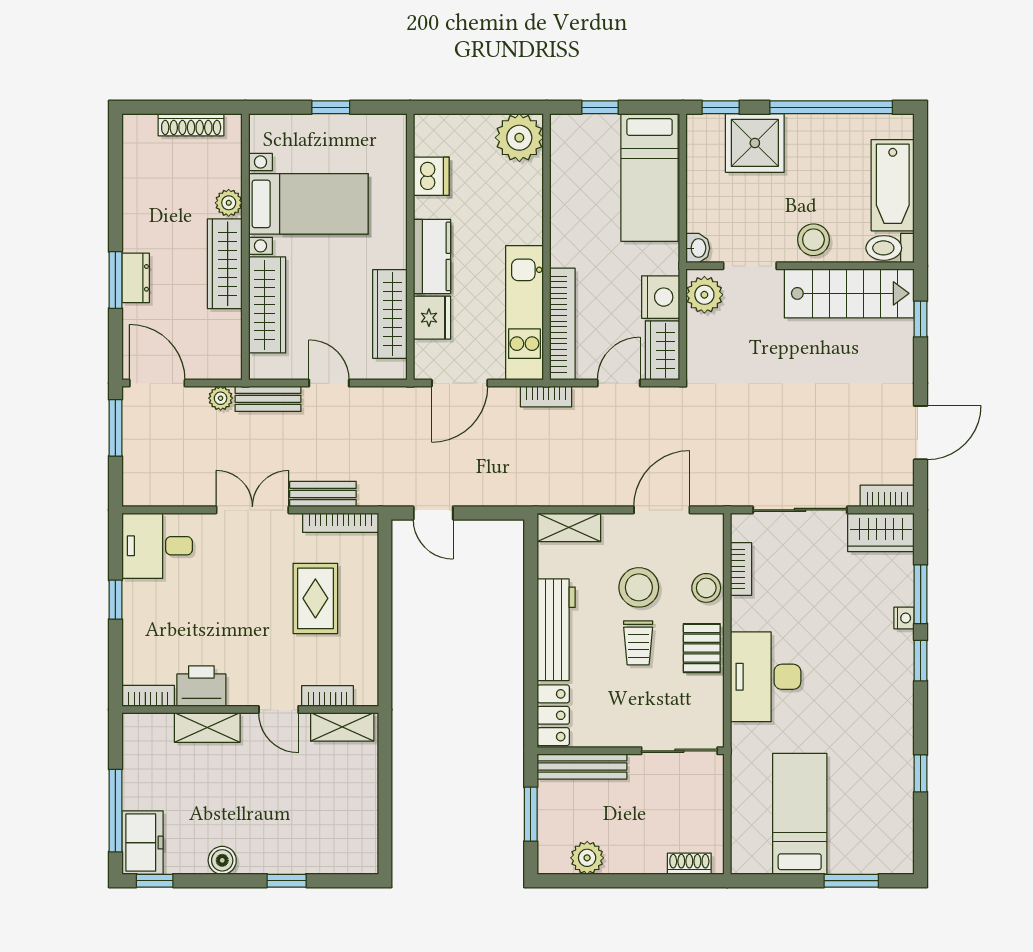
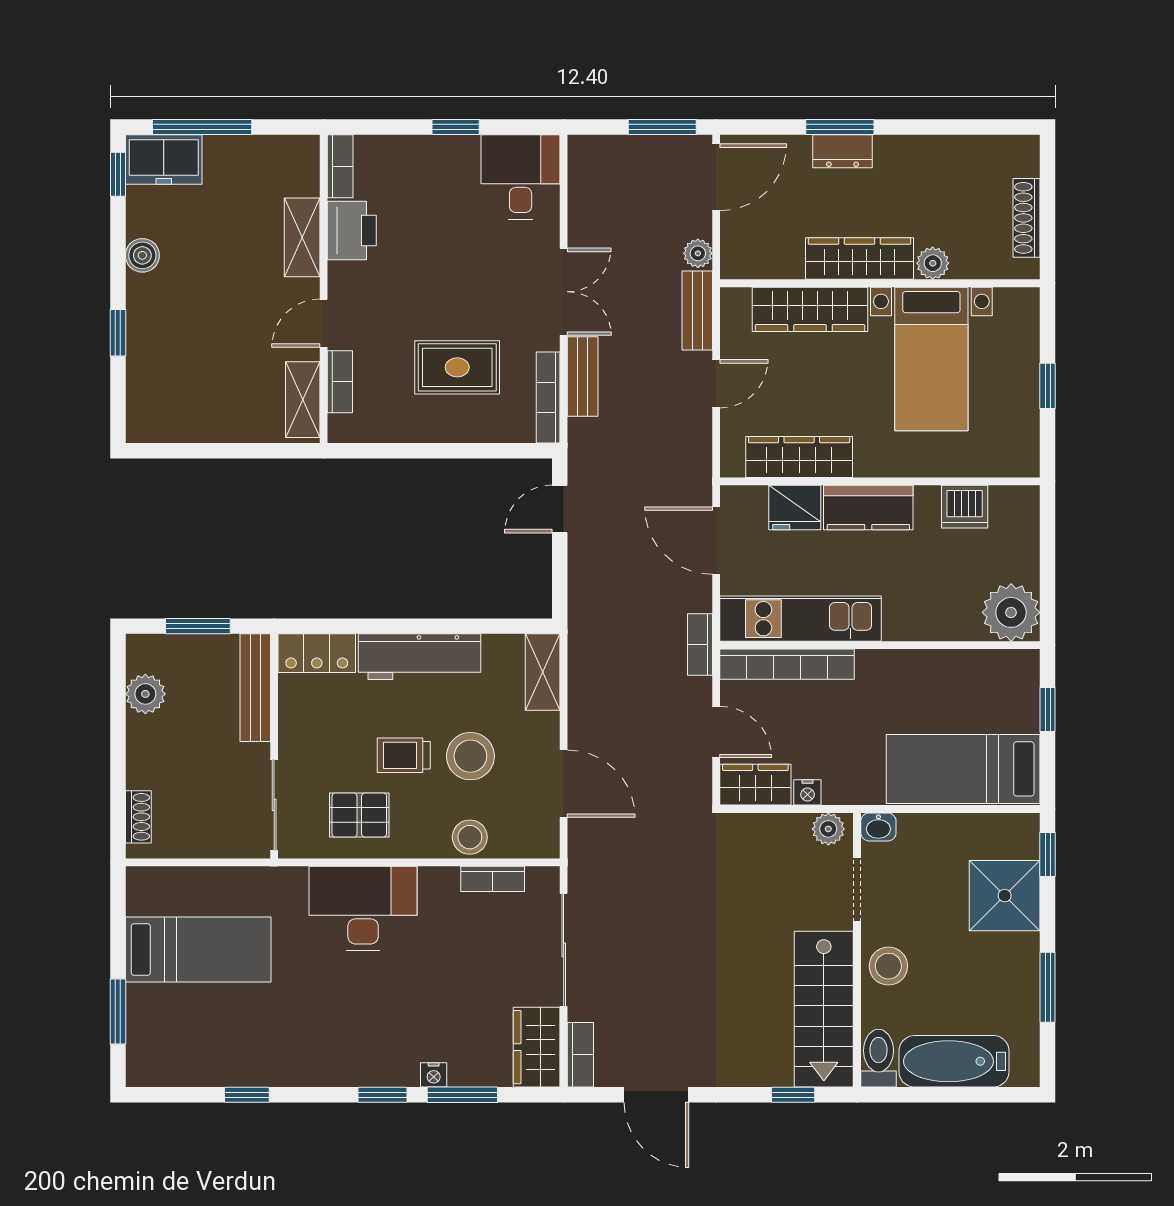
window: (831, 107) -> (1048, 987), width x0.47
plant: (704, 295) -> (828, 829), width x0.73, depth x0.73
nightstand: (661, 297) -> (807, 792), width x0.53, depth x0.56
pallet: (702, 648) -> (359, 815), moved

